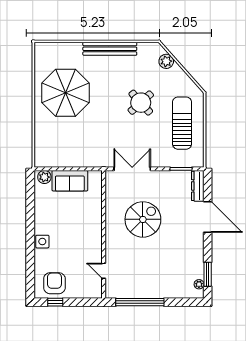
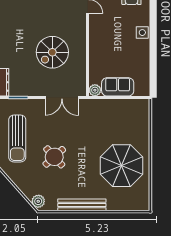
plant: (166, 61) -> (38, 201), moved
plant: (44, 177) -> (95, 90), moved

